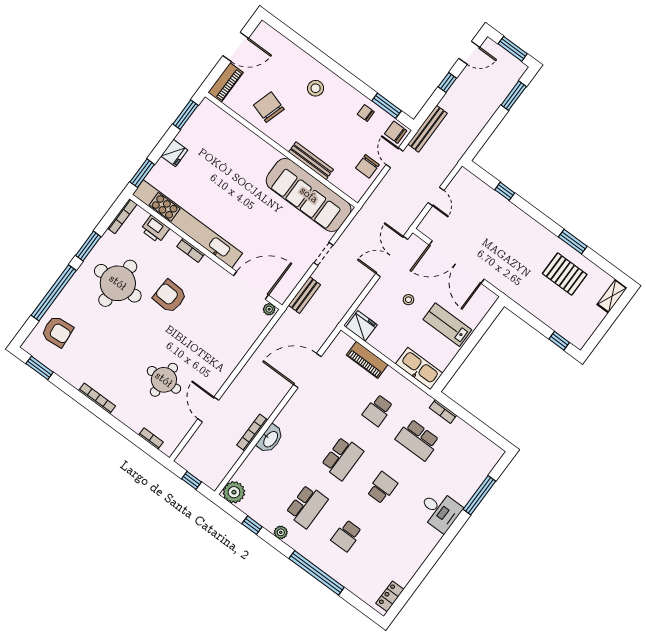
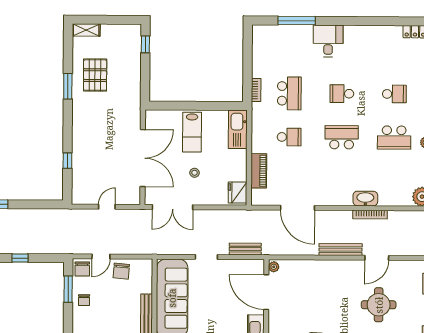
bench: (427, 129) -> (341, 250), moved
chair: (367, 166) -> (121, 271), turned 95
school desk: (307, 506) -> (394, 138), turned 180

